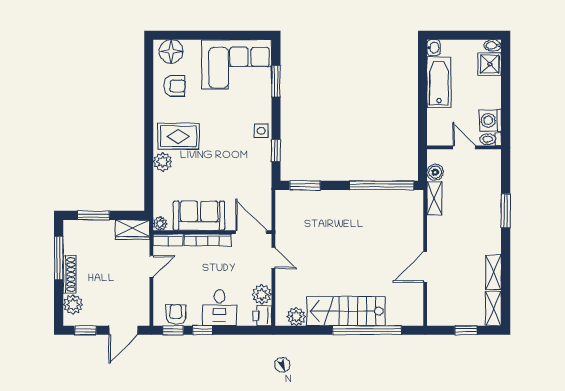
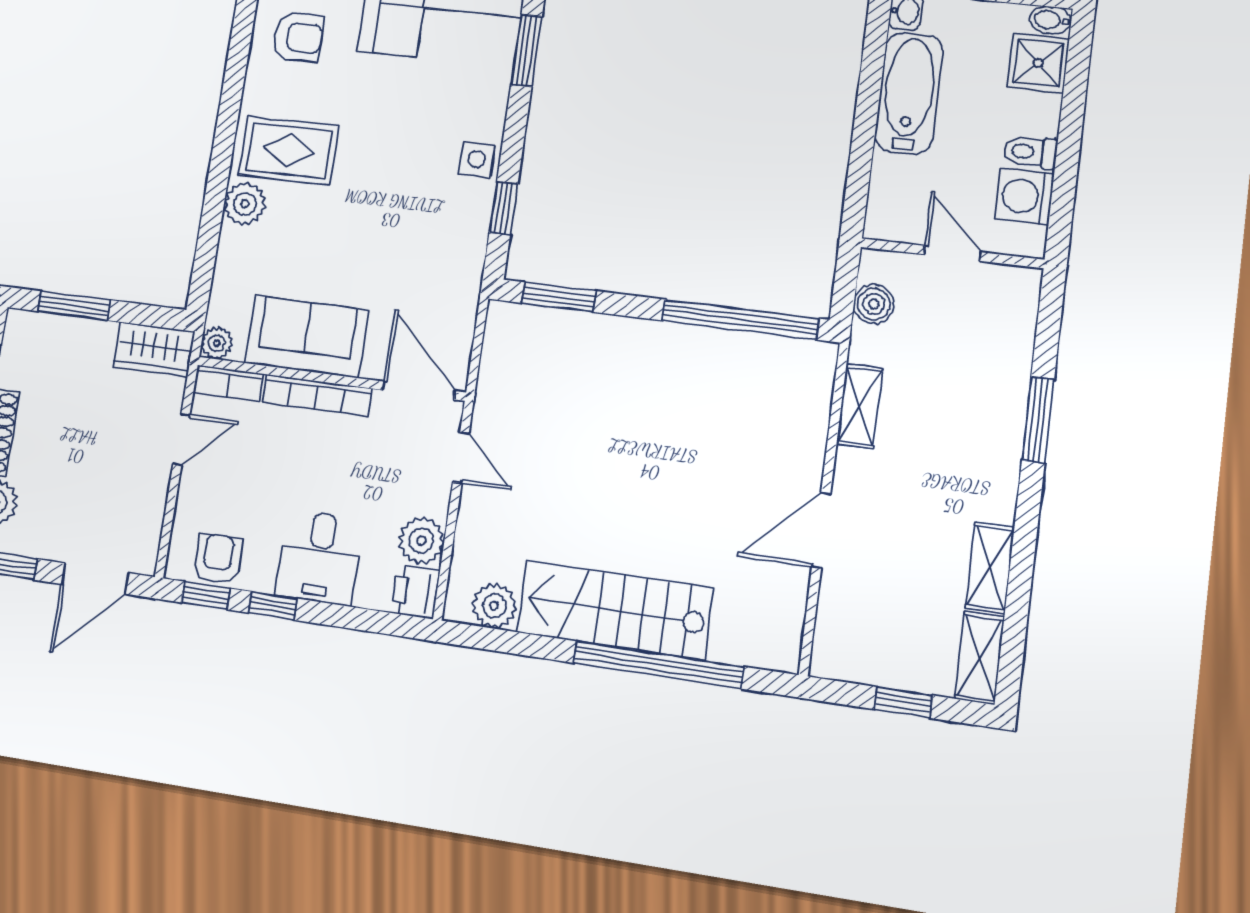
toilet: (491, 139) -> (1030, 152), moved
shelving: (434, 198) -> (859, 406), moved

